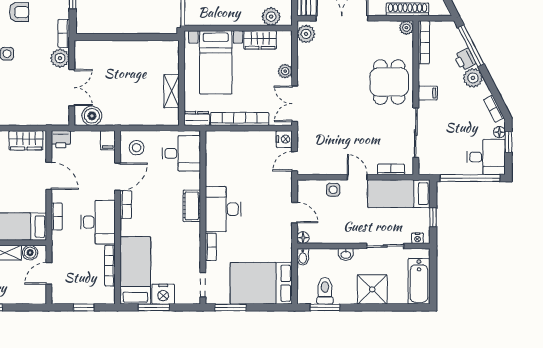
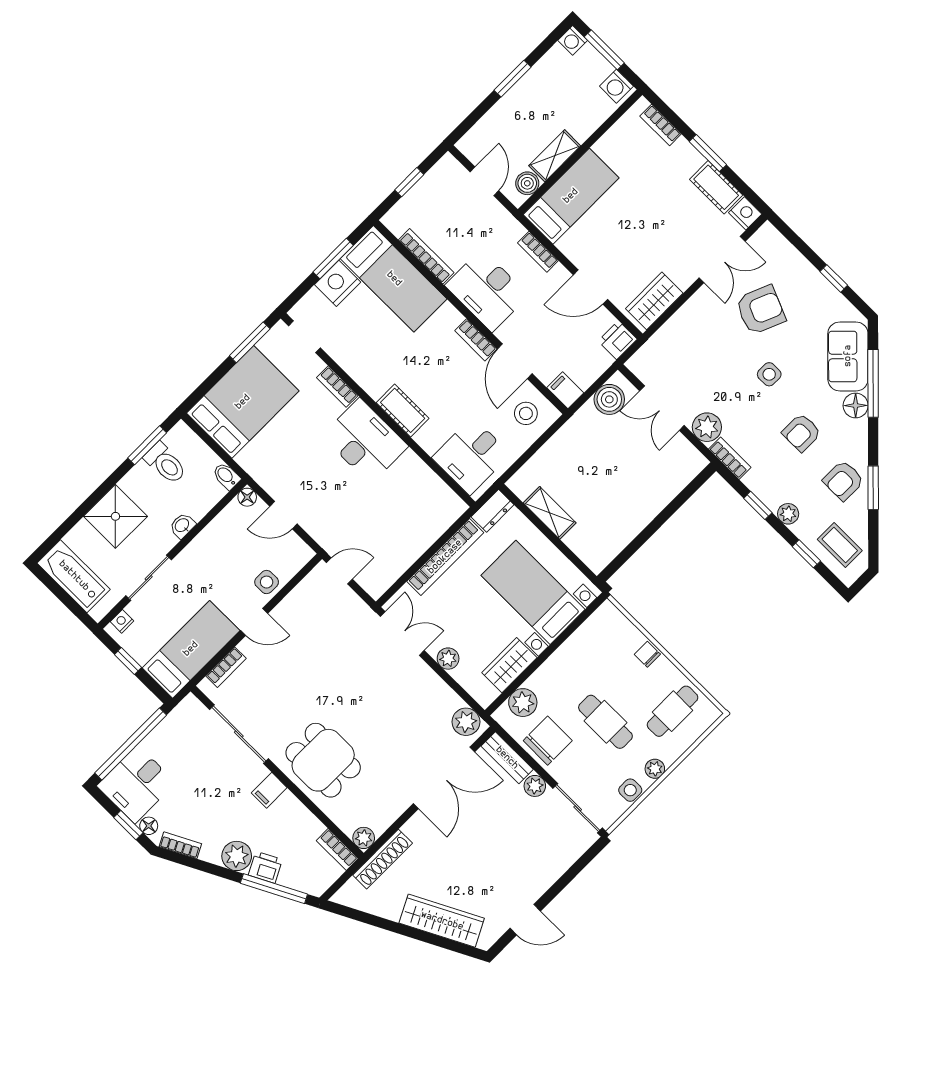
bookcase: (424, 42) -> (337, 850), width x0.64
nightstand: (284, 139) -> (375, 584), removed
door: (295, 161) -> (339, 571), hinge flipped

